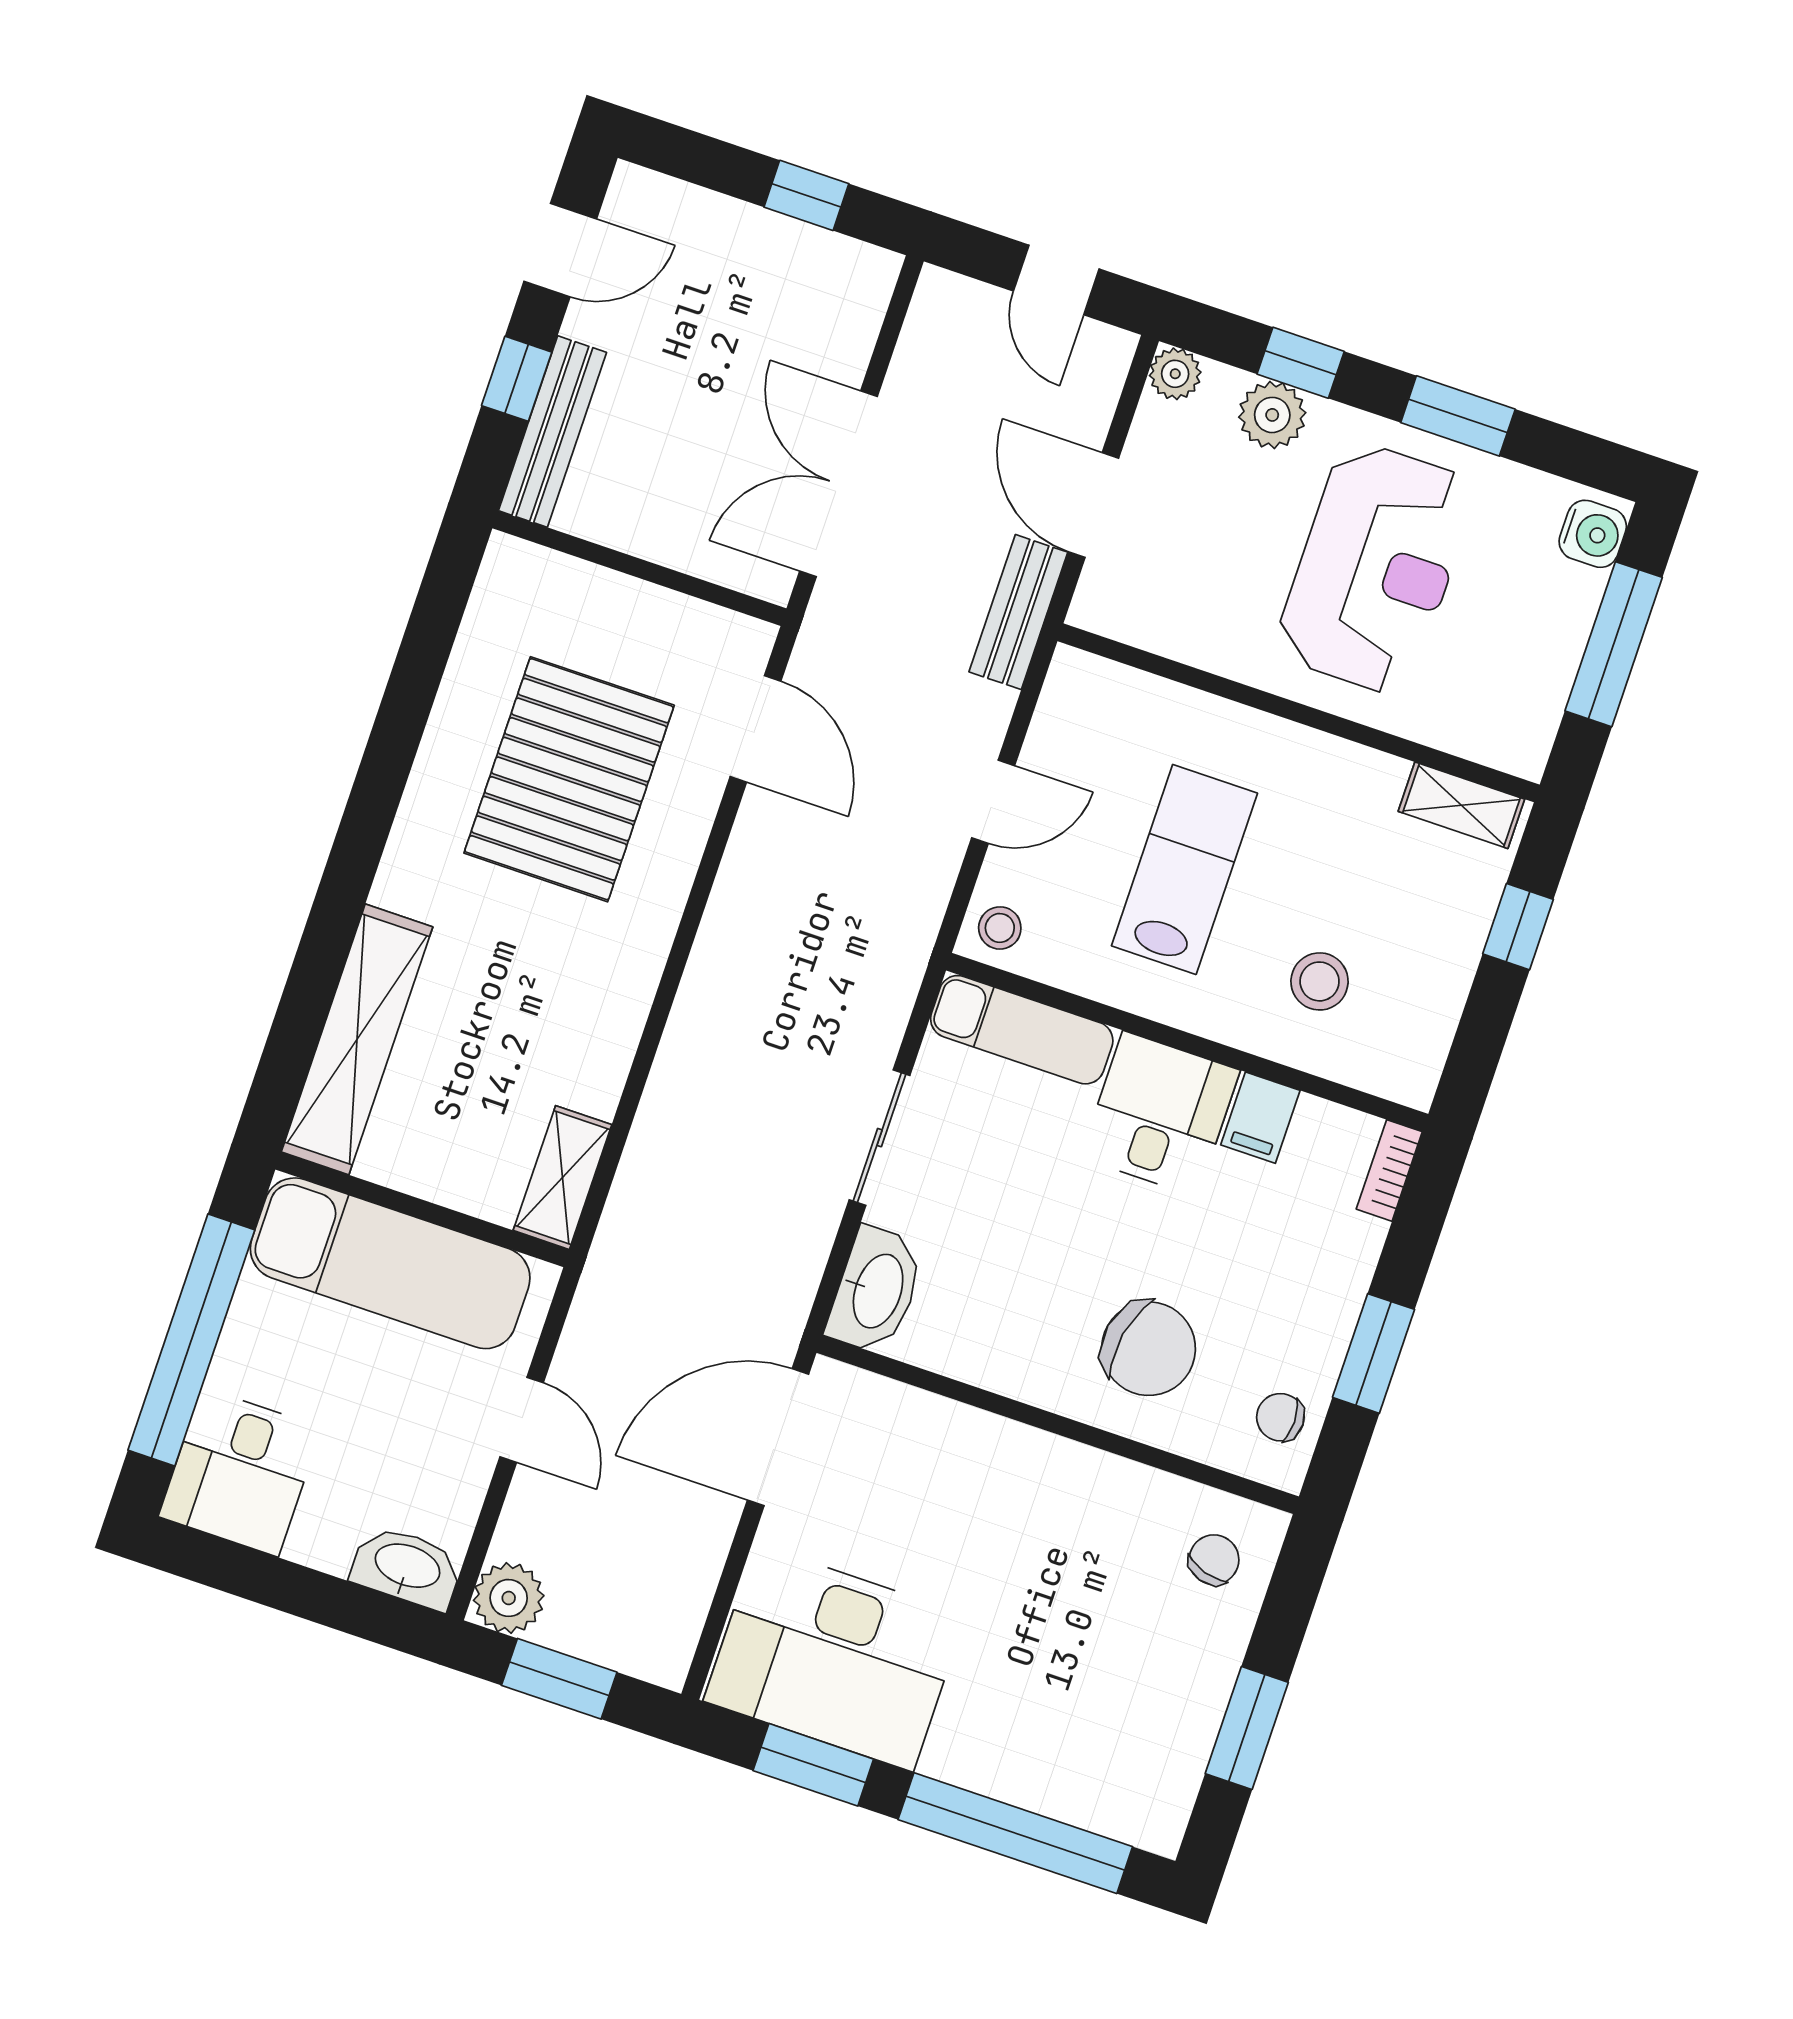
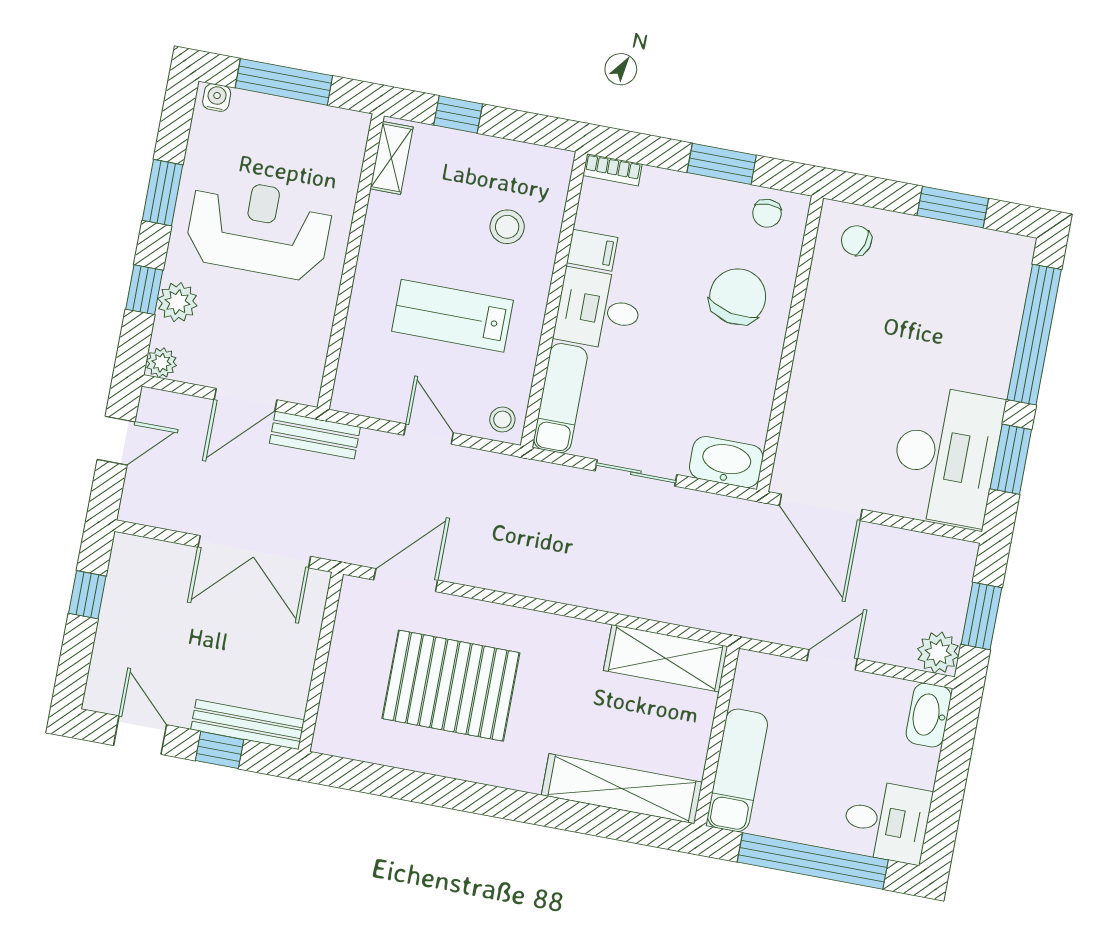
water cooler: (1593, 534) -> (217, 98), width x0.72, depth x0.72
shelving: (563, 1178) -> (666, 658), width x1.50, depth x1.33
exam couch: (390, 1263) -> (737, 770), width x0.73, depth x0.69

